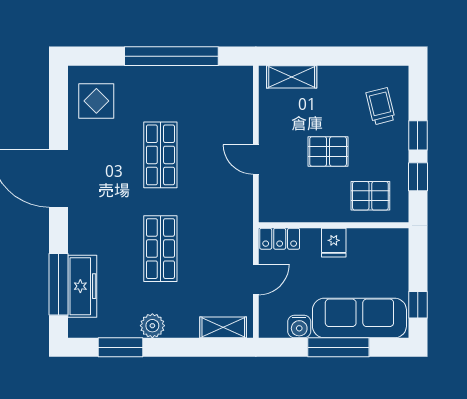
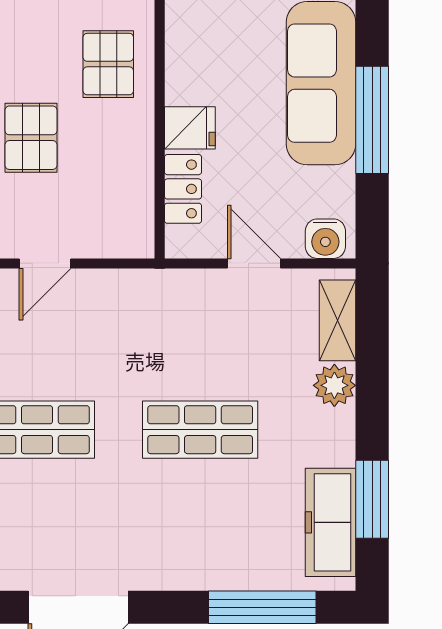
locker: (280, 239) -> (183, 189), moved
freezer: (82, 286) -> (331, 522), moved, turned -90
plant: (152, 326) -> (334, 385), moved
water cooler: (299, 326) -> (325, 239), moved, turned 90

